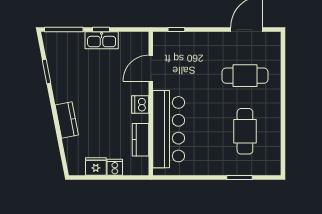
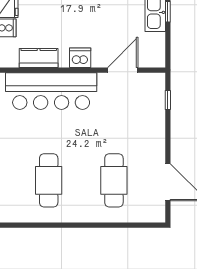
door: (151, 68) -> (123, 70), hinge flipped
cafe table: (245, 131) -> (49, 180), turned 90

